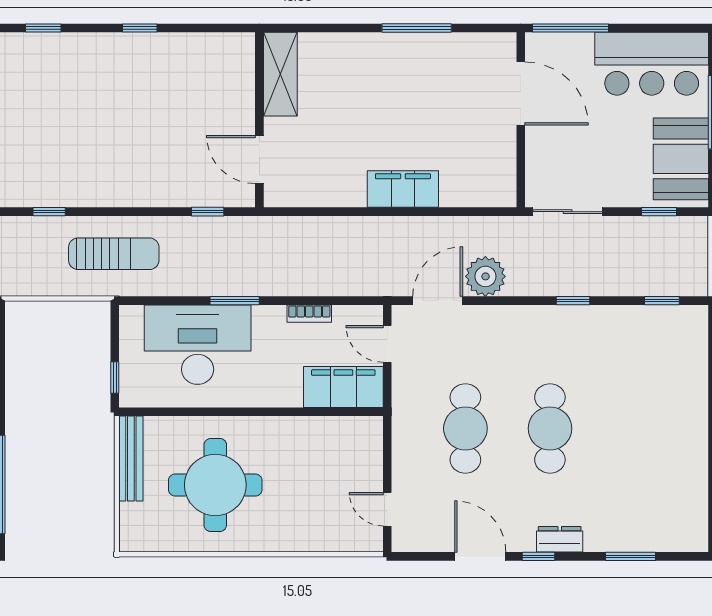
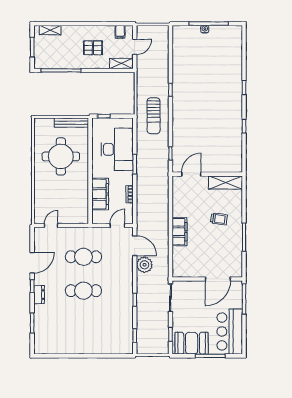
trolley: (371, 91) -> (219, 219), added
filing cabinet: (343, 387) -> (100, 194), moved

